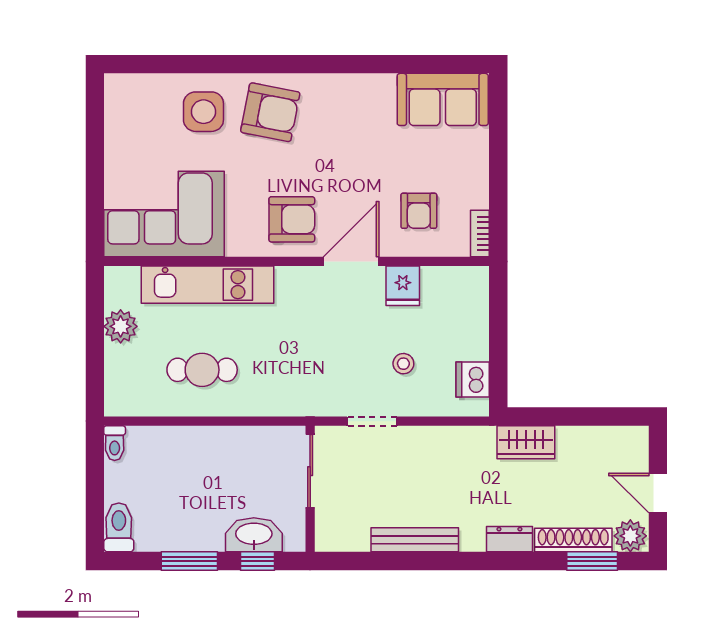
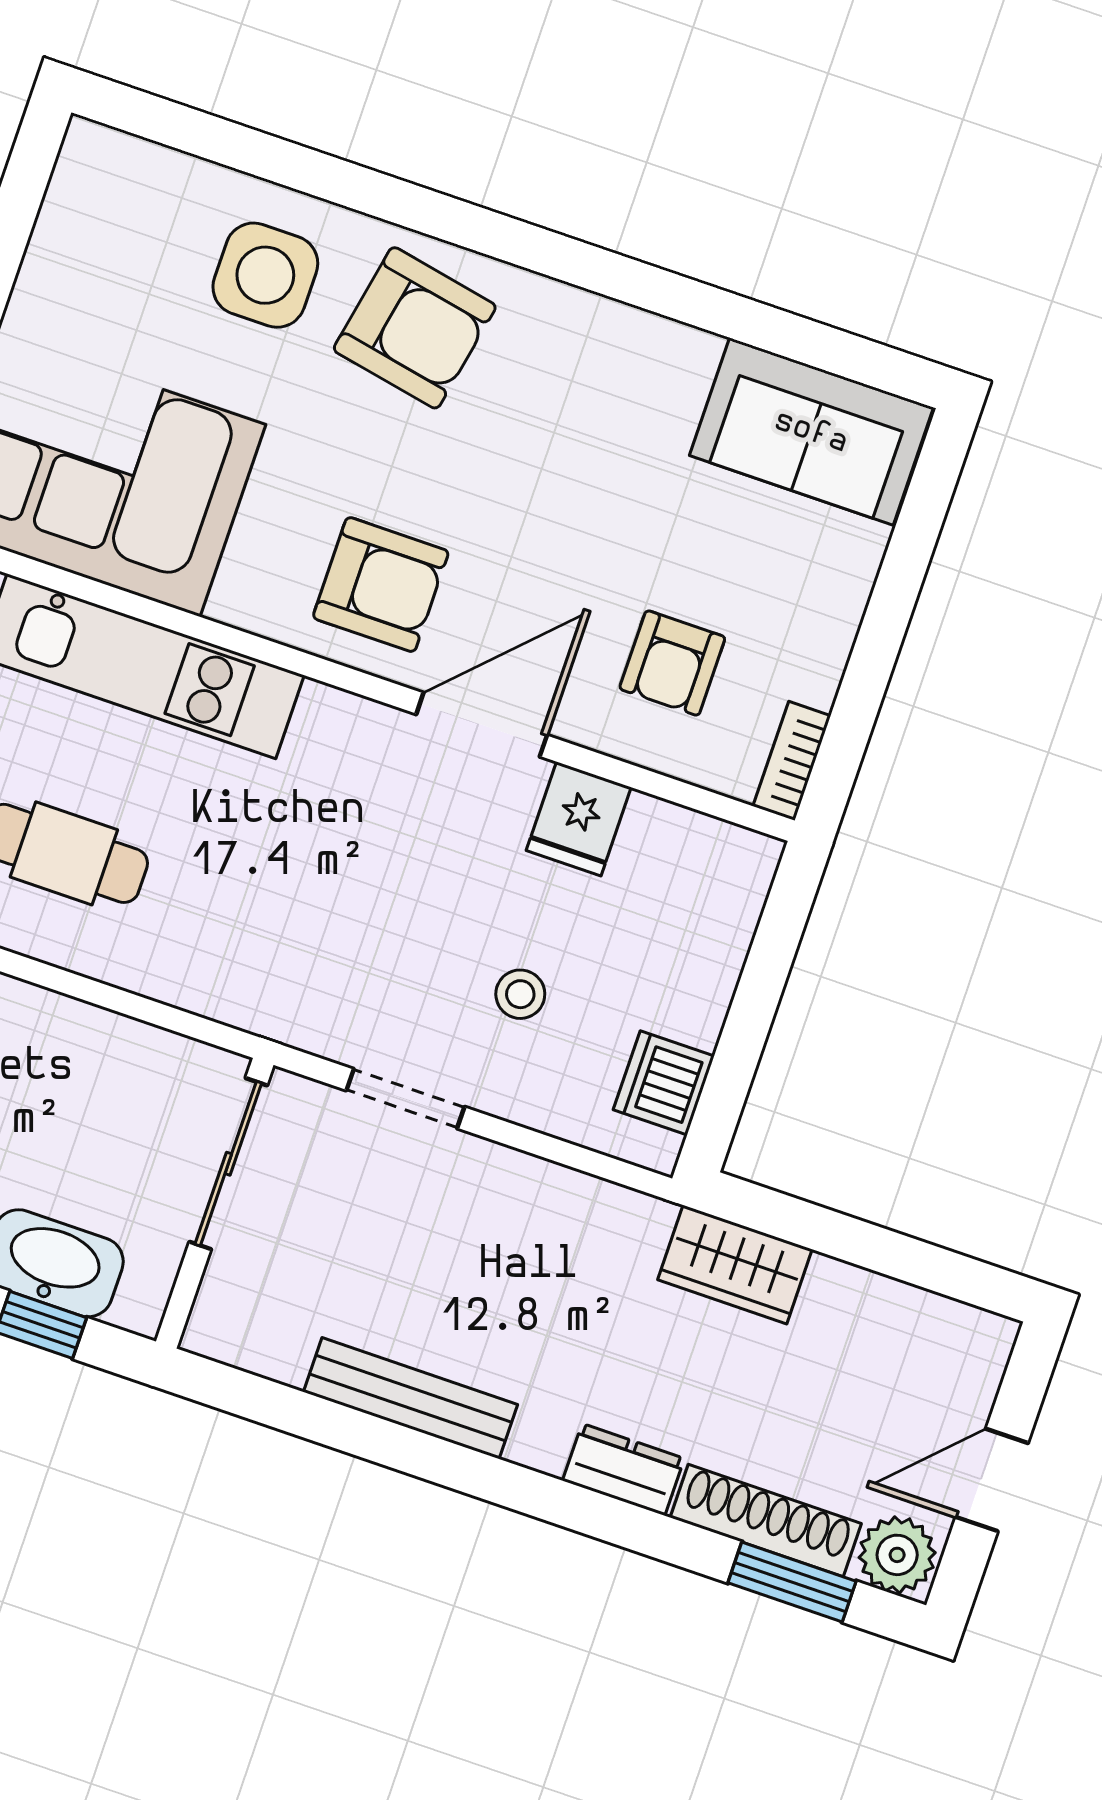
door: (658, 493) -> (992, 1480), hinge flipped

